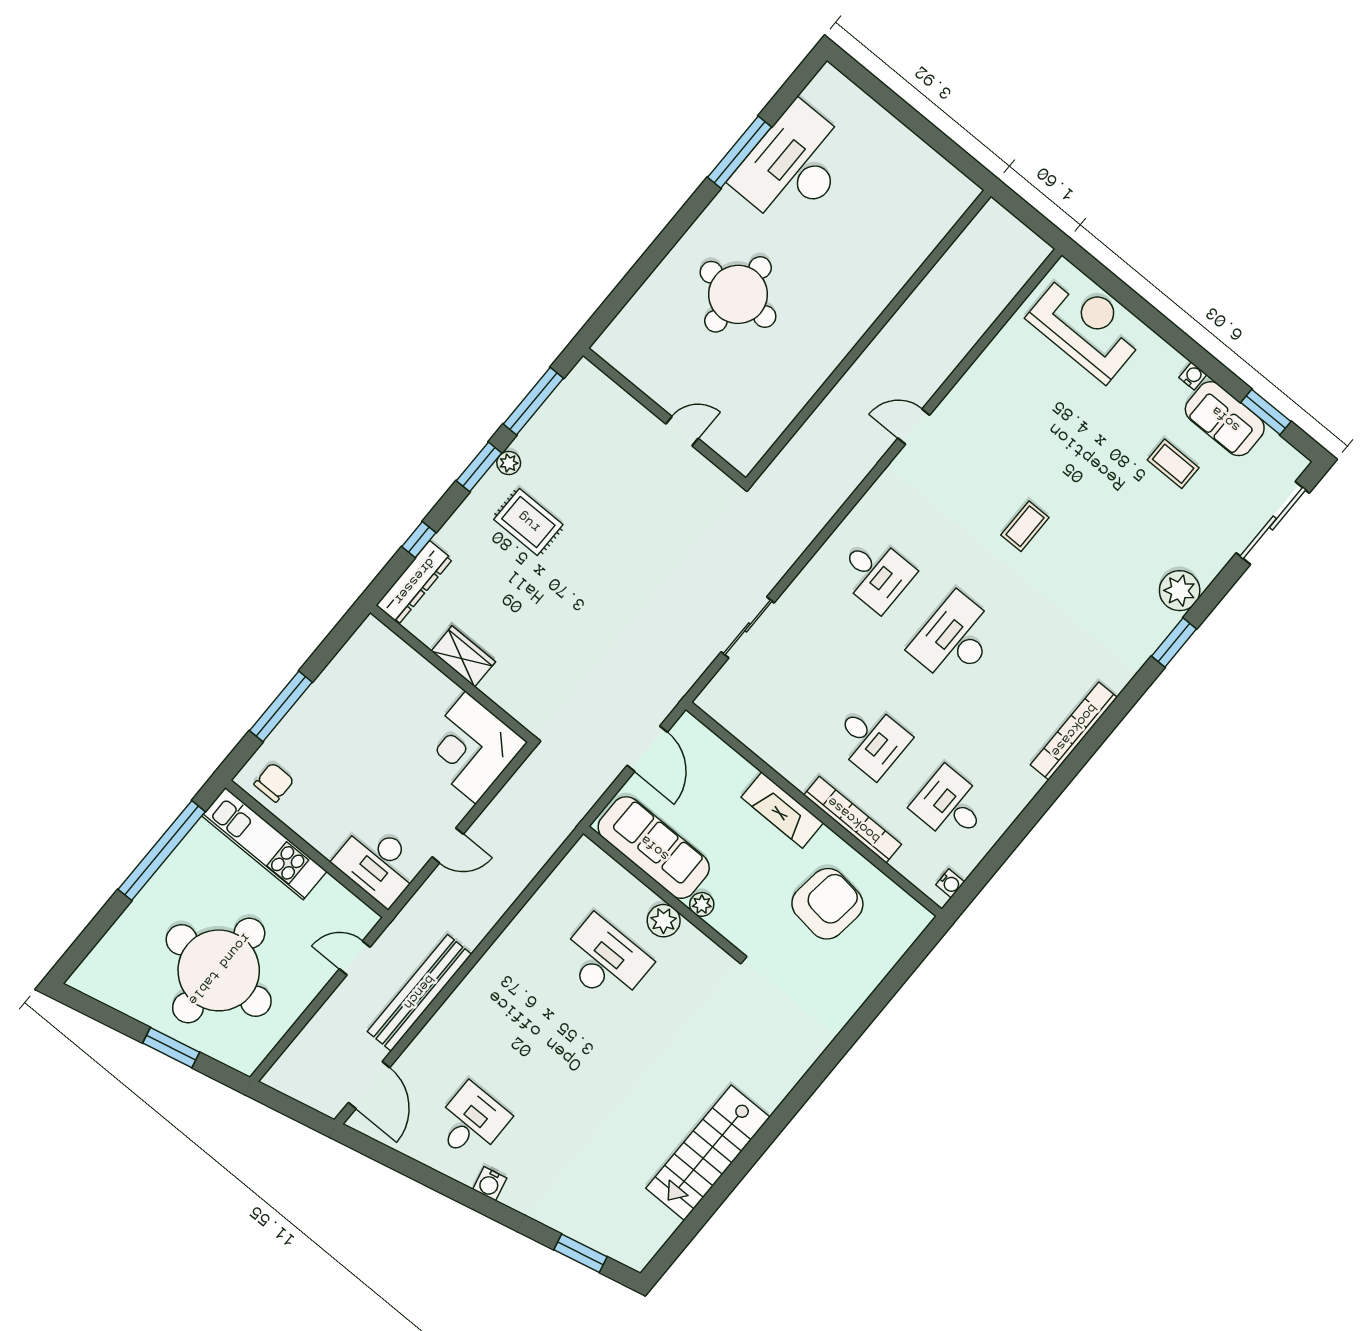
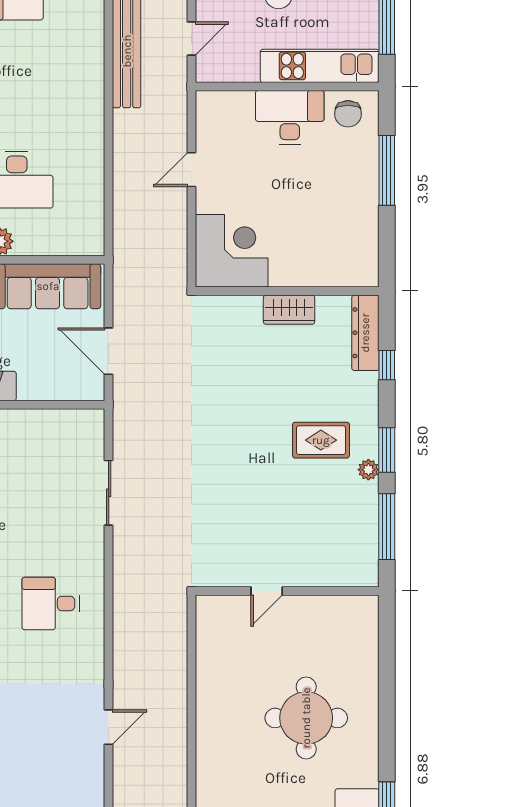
desk: (378, 863) -> (290, 117), moved

